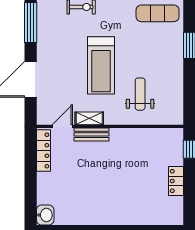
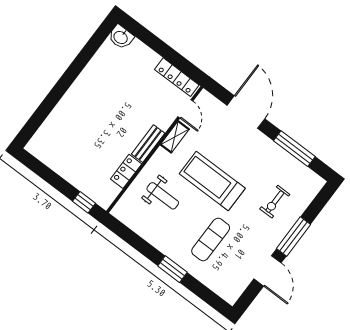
exercise mat: (158, 13) -> (211, 239), moved
bench: (91, 134) -> (148, 144), moved
locker: (176, 181) -> (126, 171), moved, turned -90

